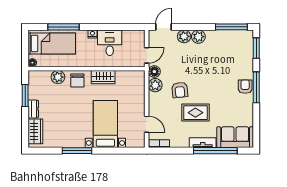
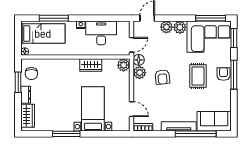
desk: (110, 43) -> (101, 33), width x1.37
corner sofa: (230, 47) -> (209, 37), added
plant: (58, 77) -> (124, 65), moved
chair: (77, 81) -> (31, 74), moved
rug: (195, 113) -> (198, 76), moved, turned 90
tv unit: (203, 143) -> (179, 126), width x1.41

